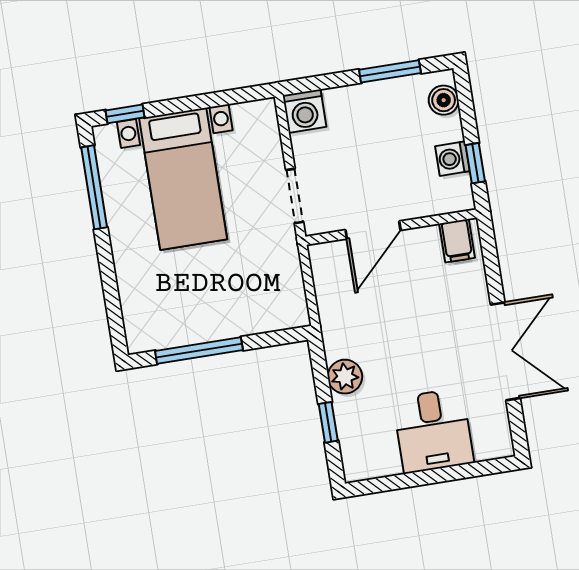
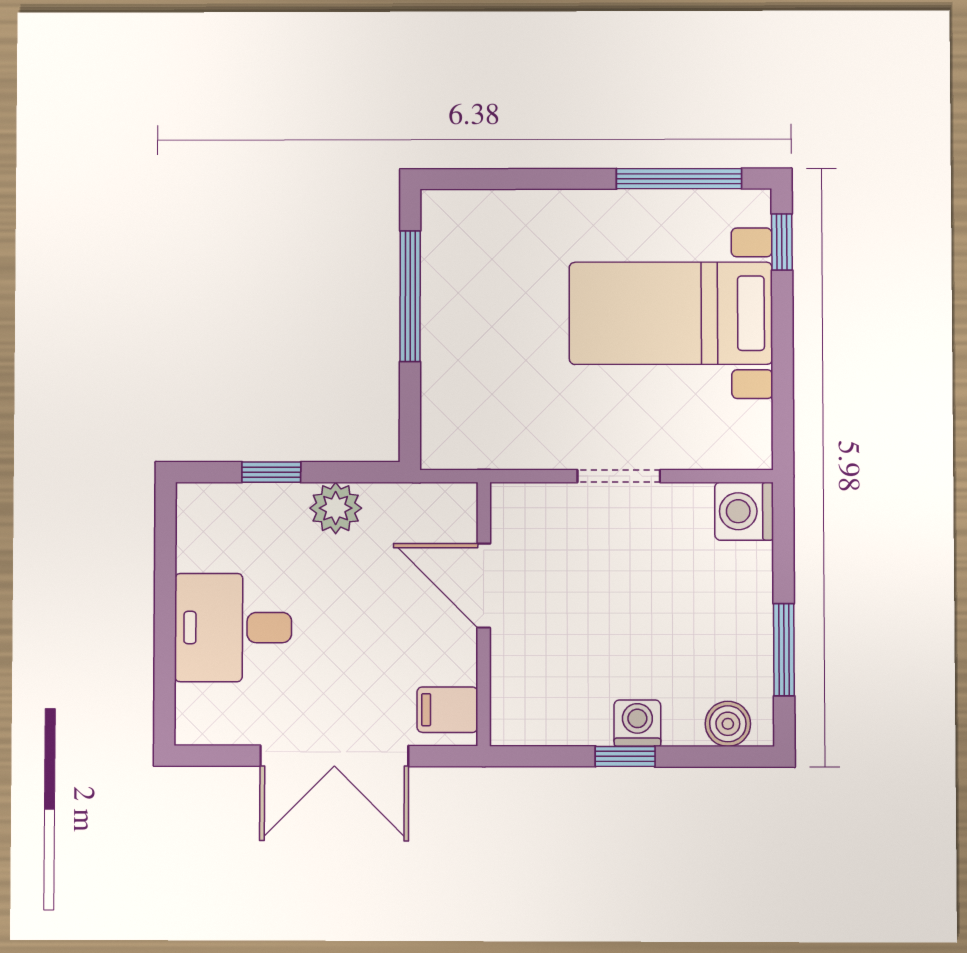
wall: (391, 227) -> (484, 614), moved
door: (373, 230) -> (484, 586), moved
filing cabinet: (457, 241) -> (447, 710), moved

